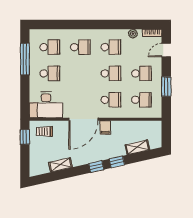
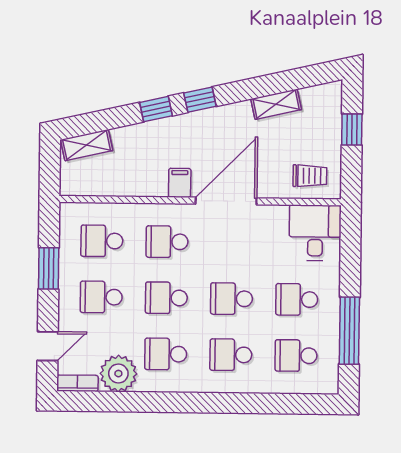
plant: (133, 34) -> (118, 374), width x1.88, depth x1.88
school desk: (80, 73) -> (232, 299), added
desk: (46, 105) -> (315, 233), width x0.73
window: (25, 137) -> (352, 129), moved
shelving: (137, 147) -> (87, 145), moved

